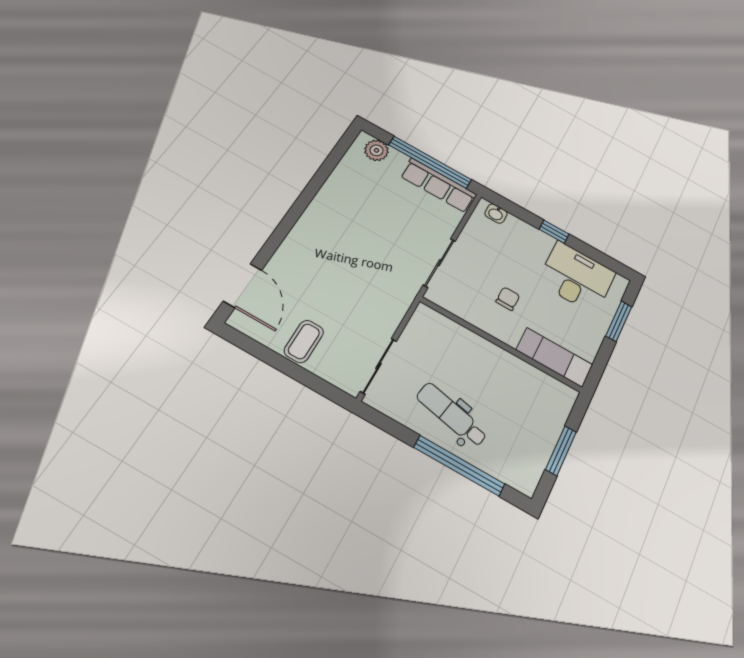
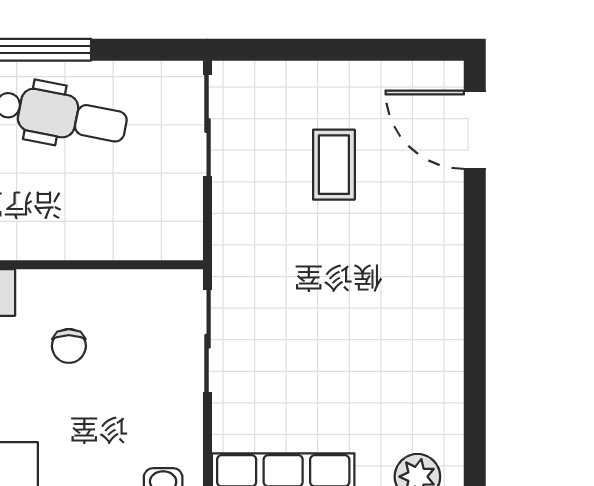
coffee table: (304, 341) -> (334, 165), moved

